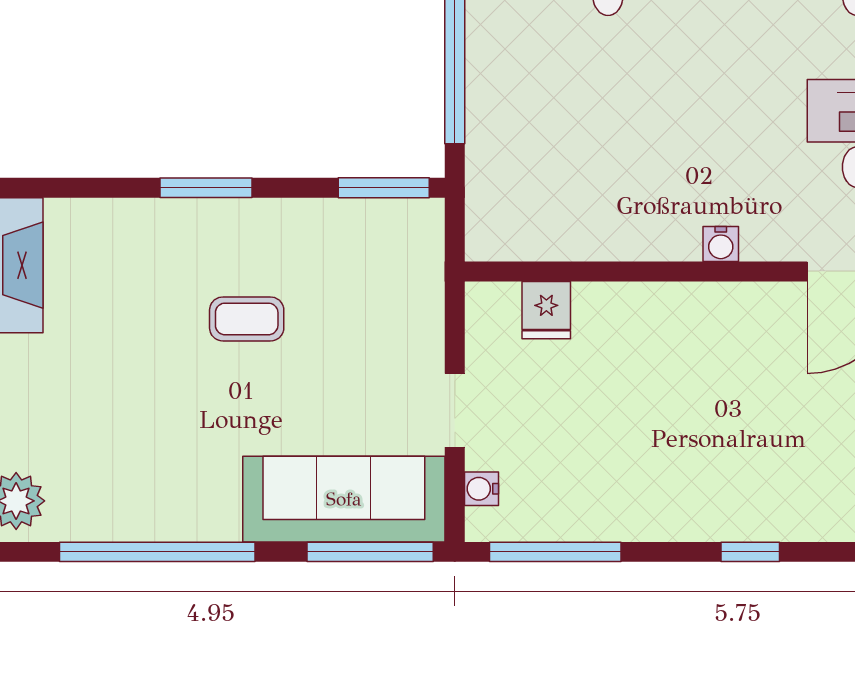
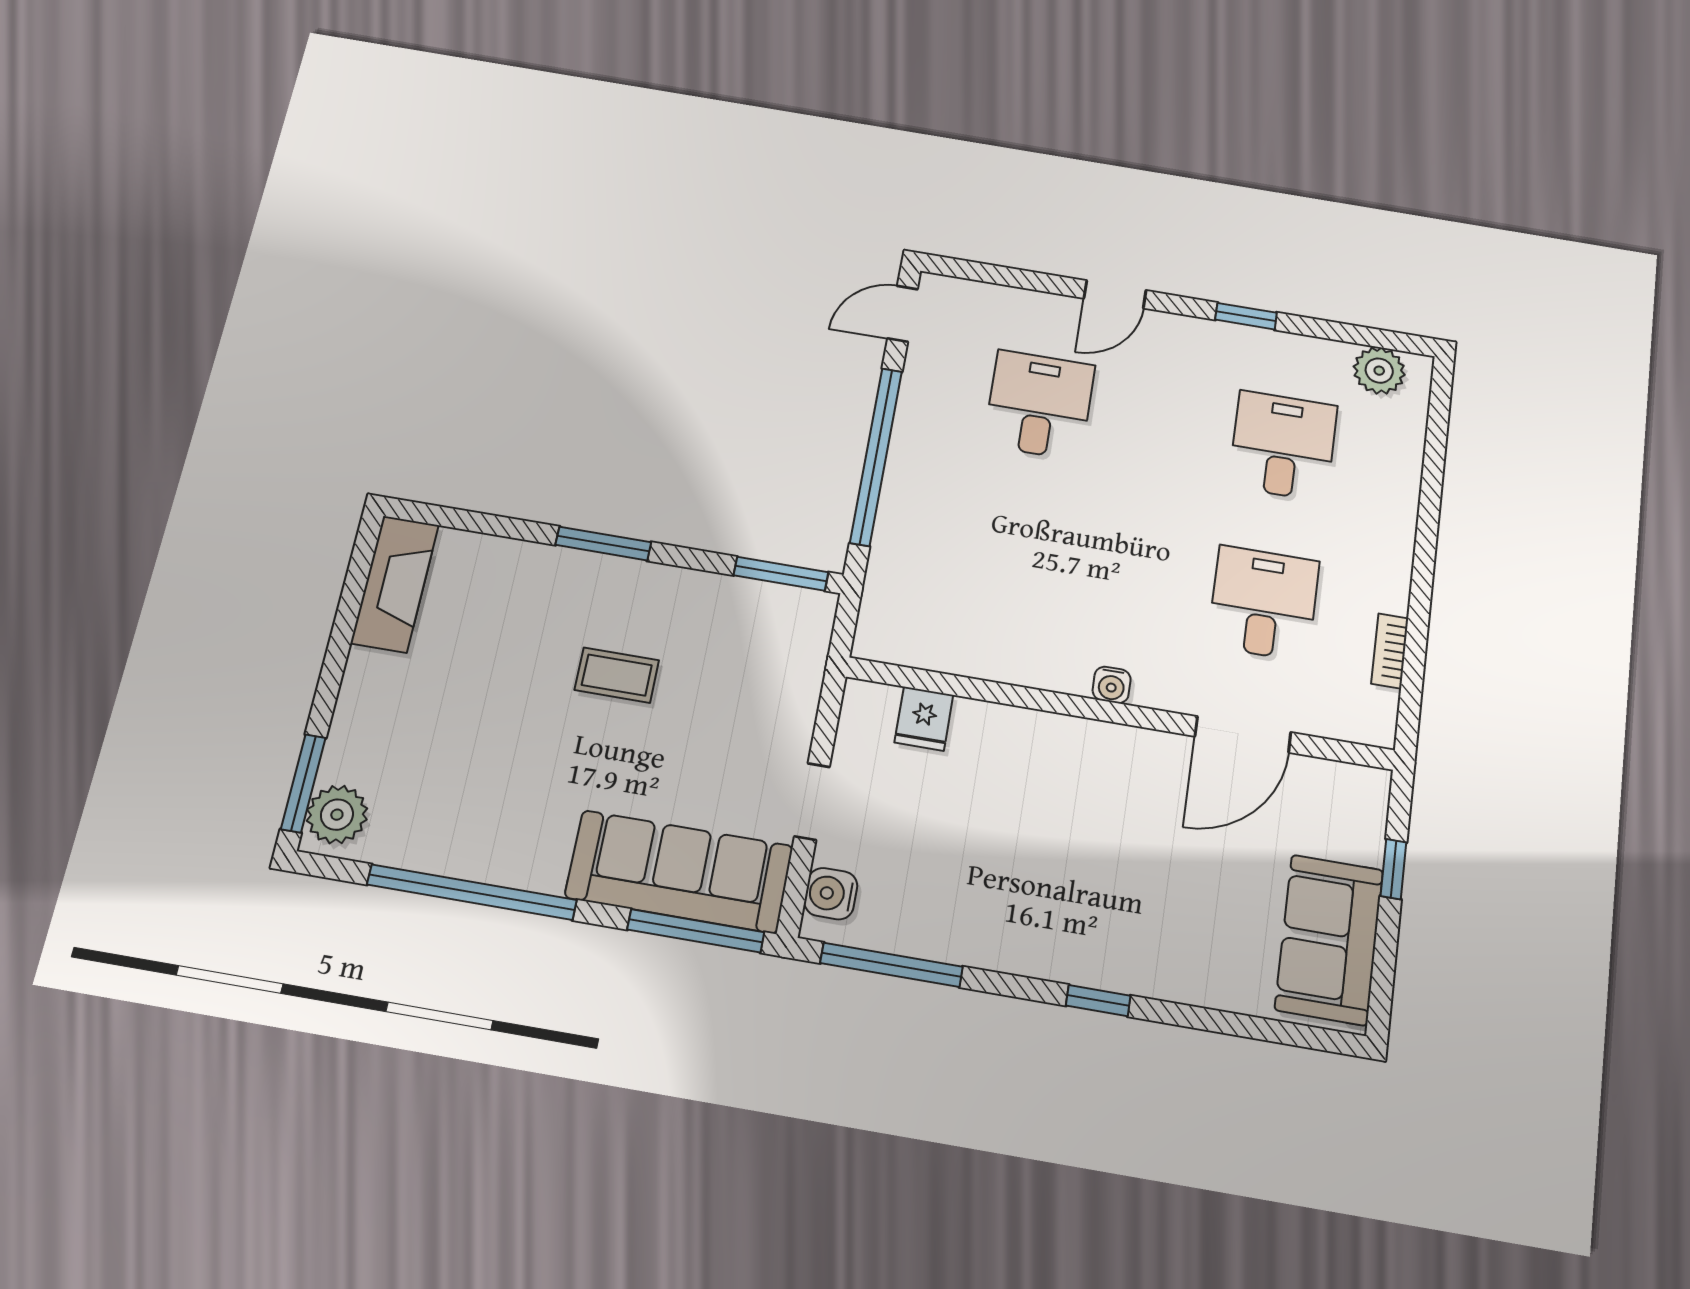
water cooler: (481, 489) -> (831, 894), width x1.38, depth x1.38

